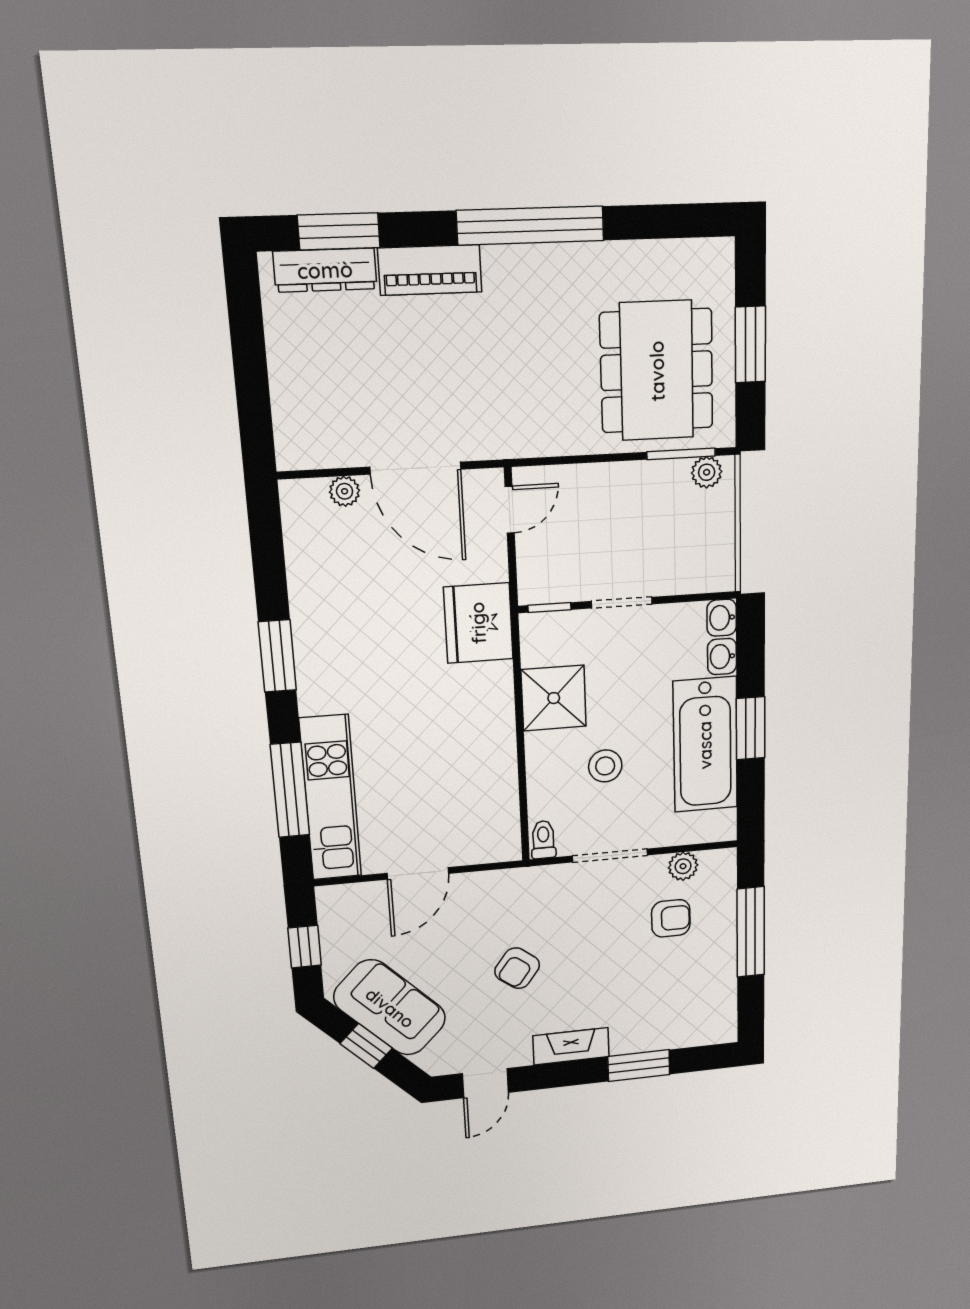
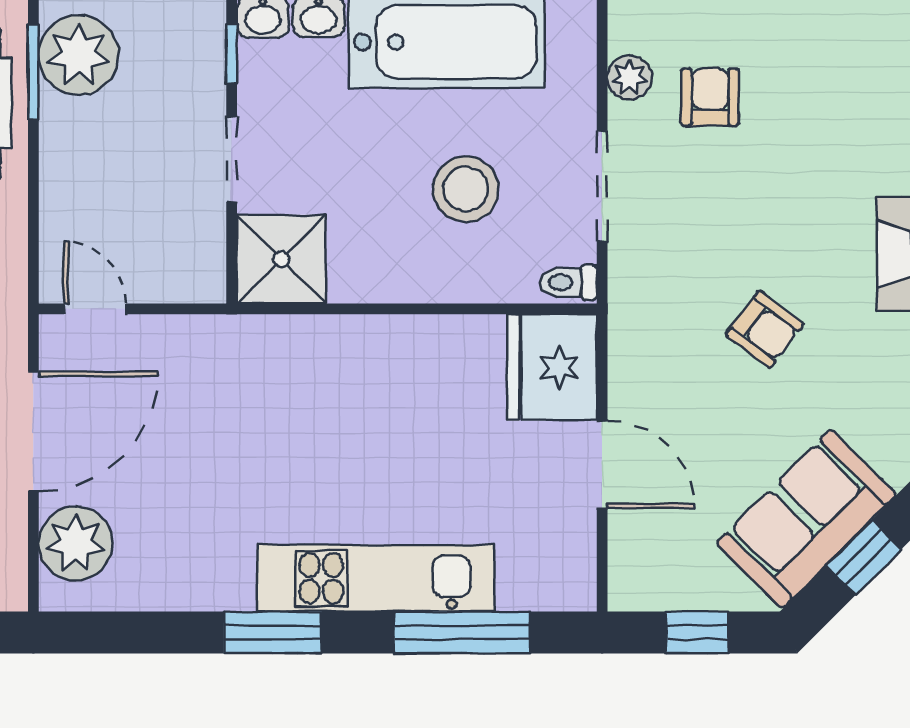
plant: (707, 472) -> (79, 55), width x1.88, depth x1.88
plant: (345, 491) -> (76, 543), width x1.88, depth x1.88
window: (549, 608) -> (232, 53), moved
fridge: (478, 623) -> (552, 367), moved, turned 90
shower: (554, 698) -> (281, 259), moved
stool: (605, 766) -> (466, 189), width x1.38, depth x1.38
kitchen unit: (330, 798) -> (376, 578), moved

